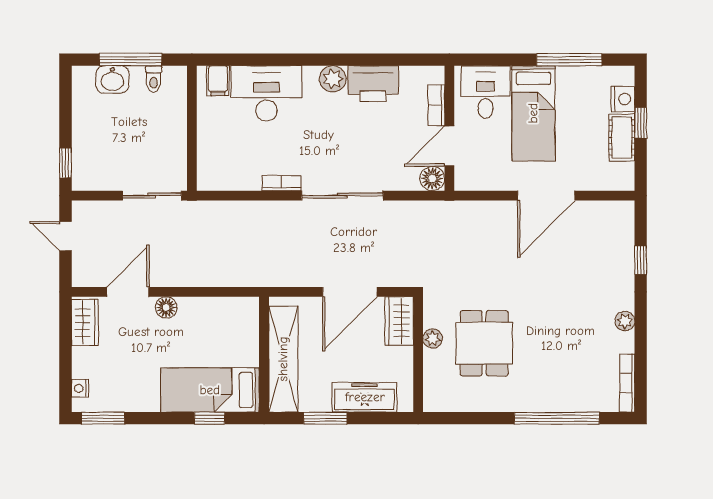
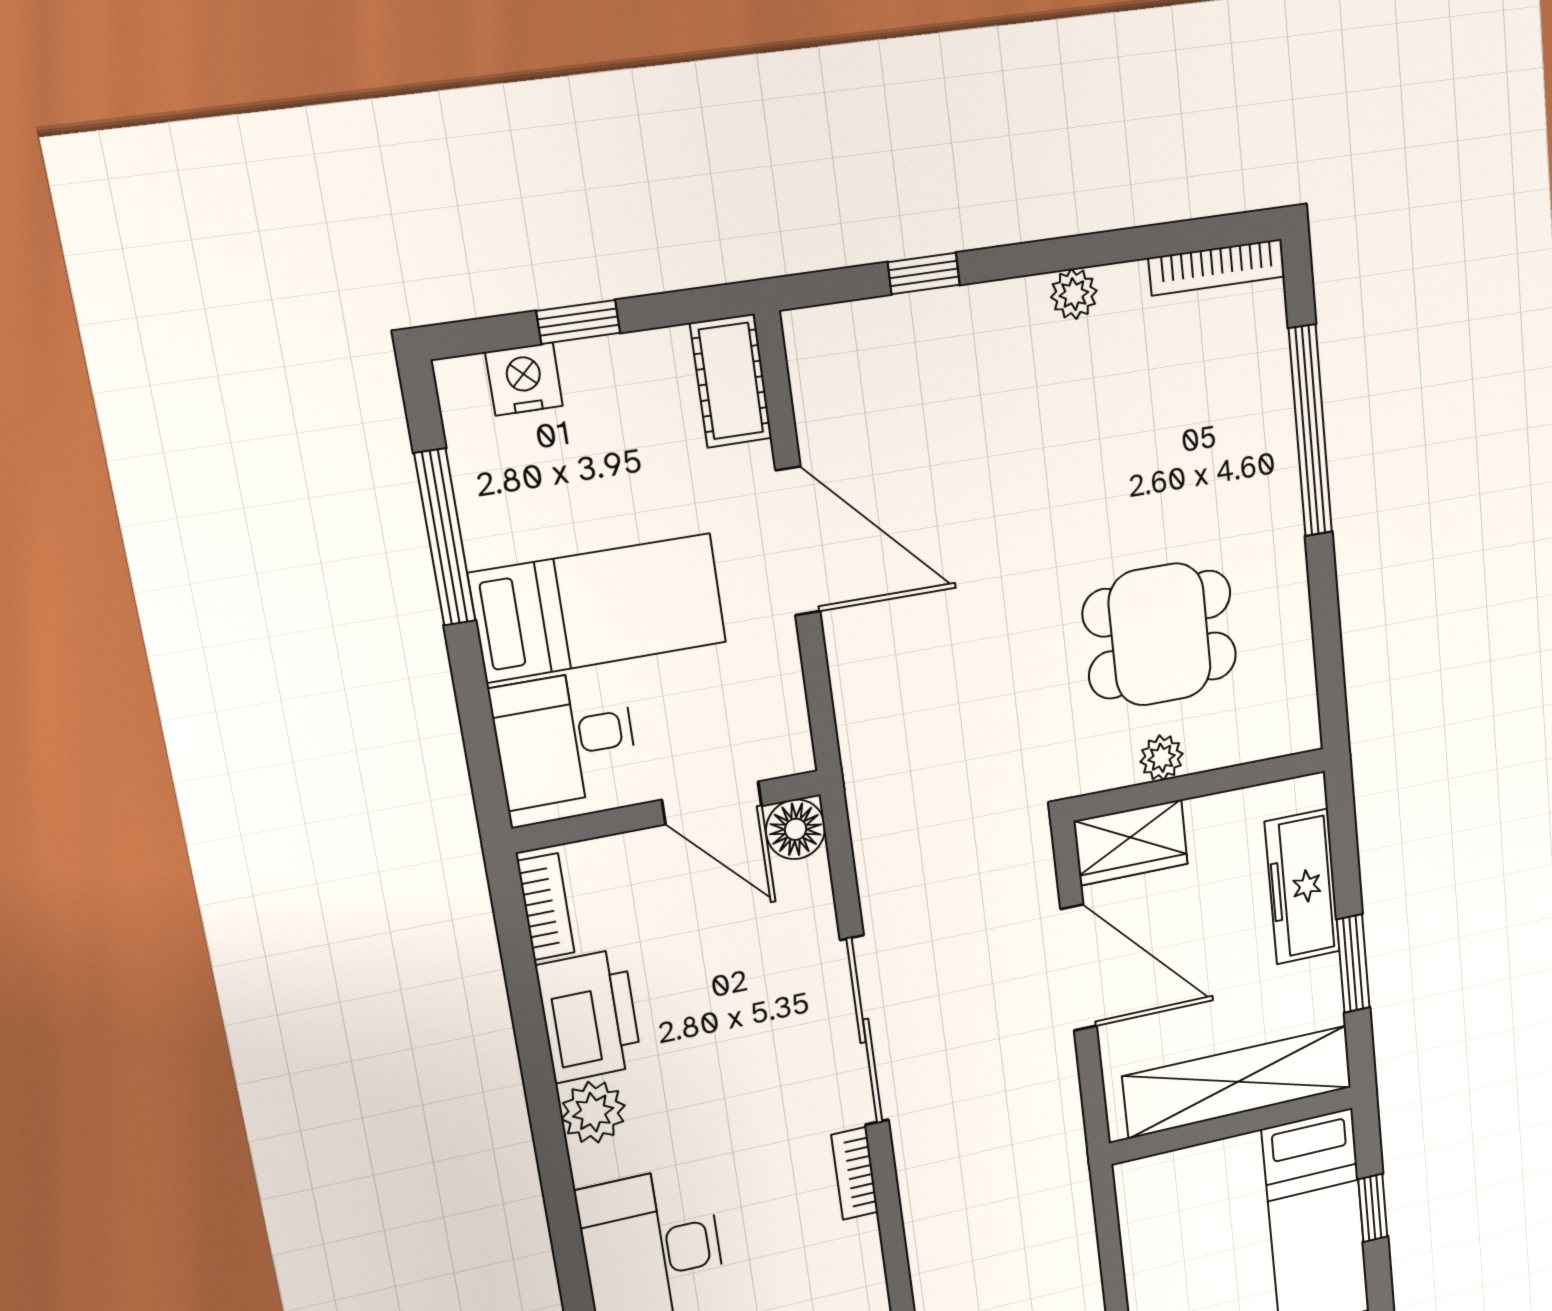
bookcase: (436, 105) -> (546, 907), moved, turned -90
cot: (622, 137) -> (731, 381), moved, turned 90

